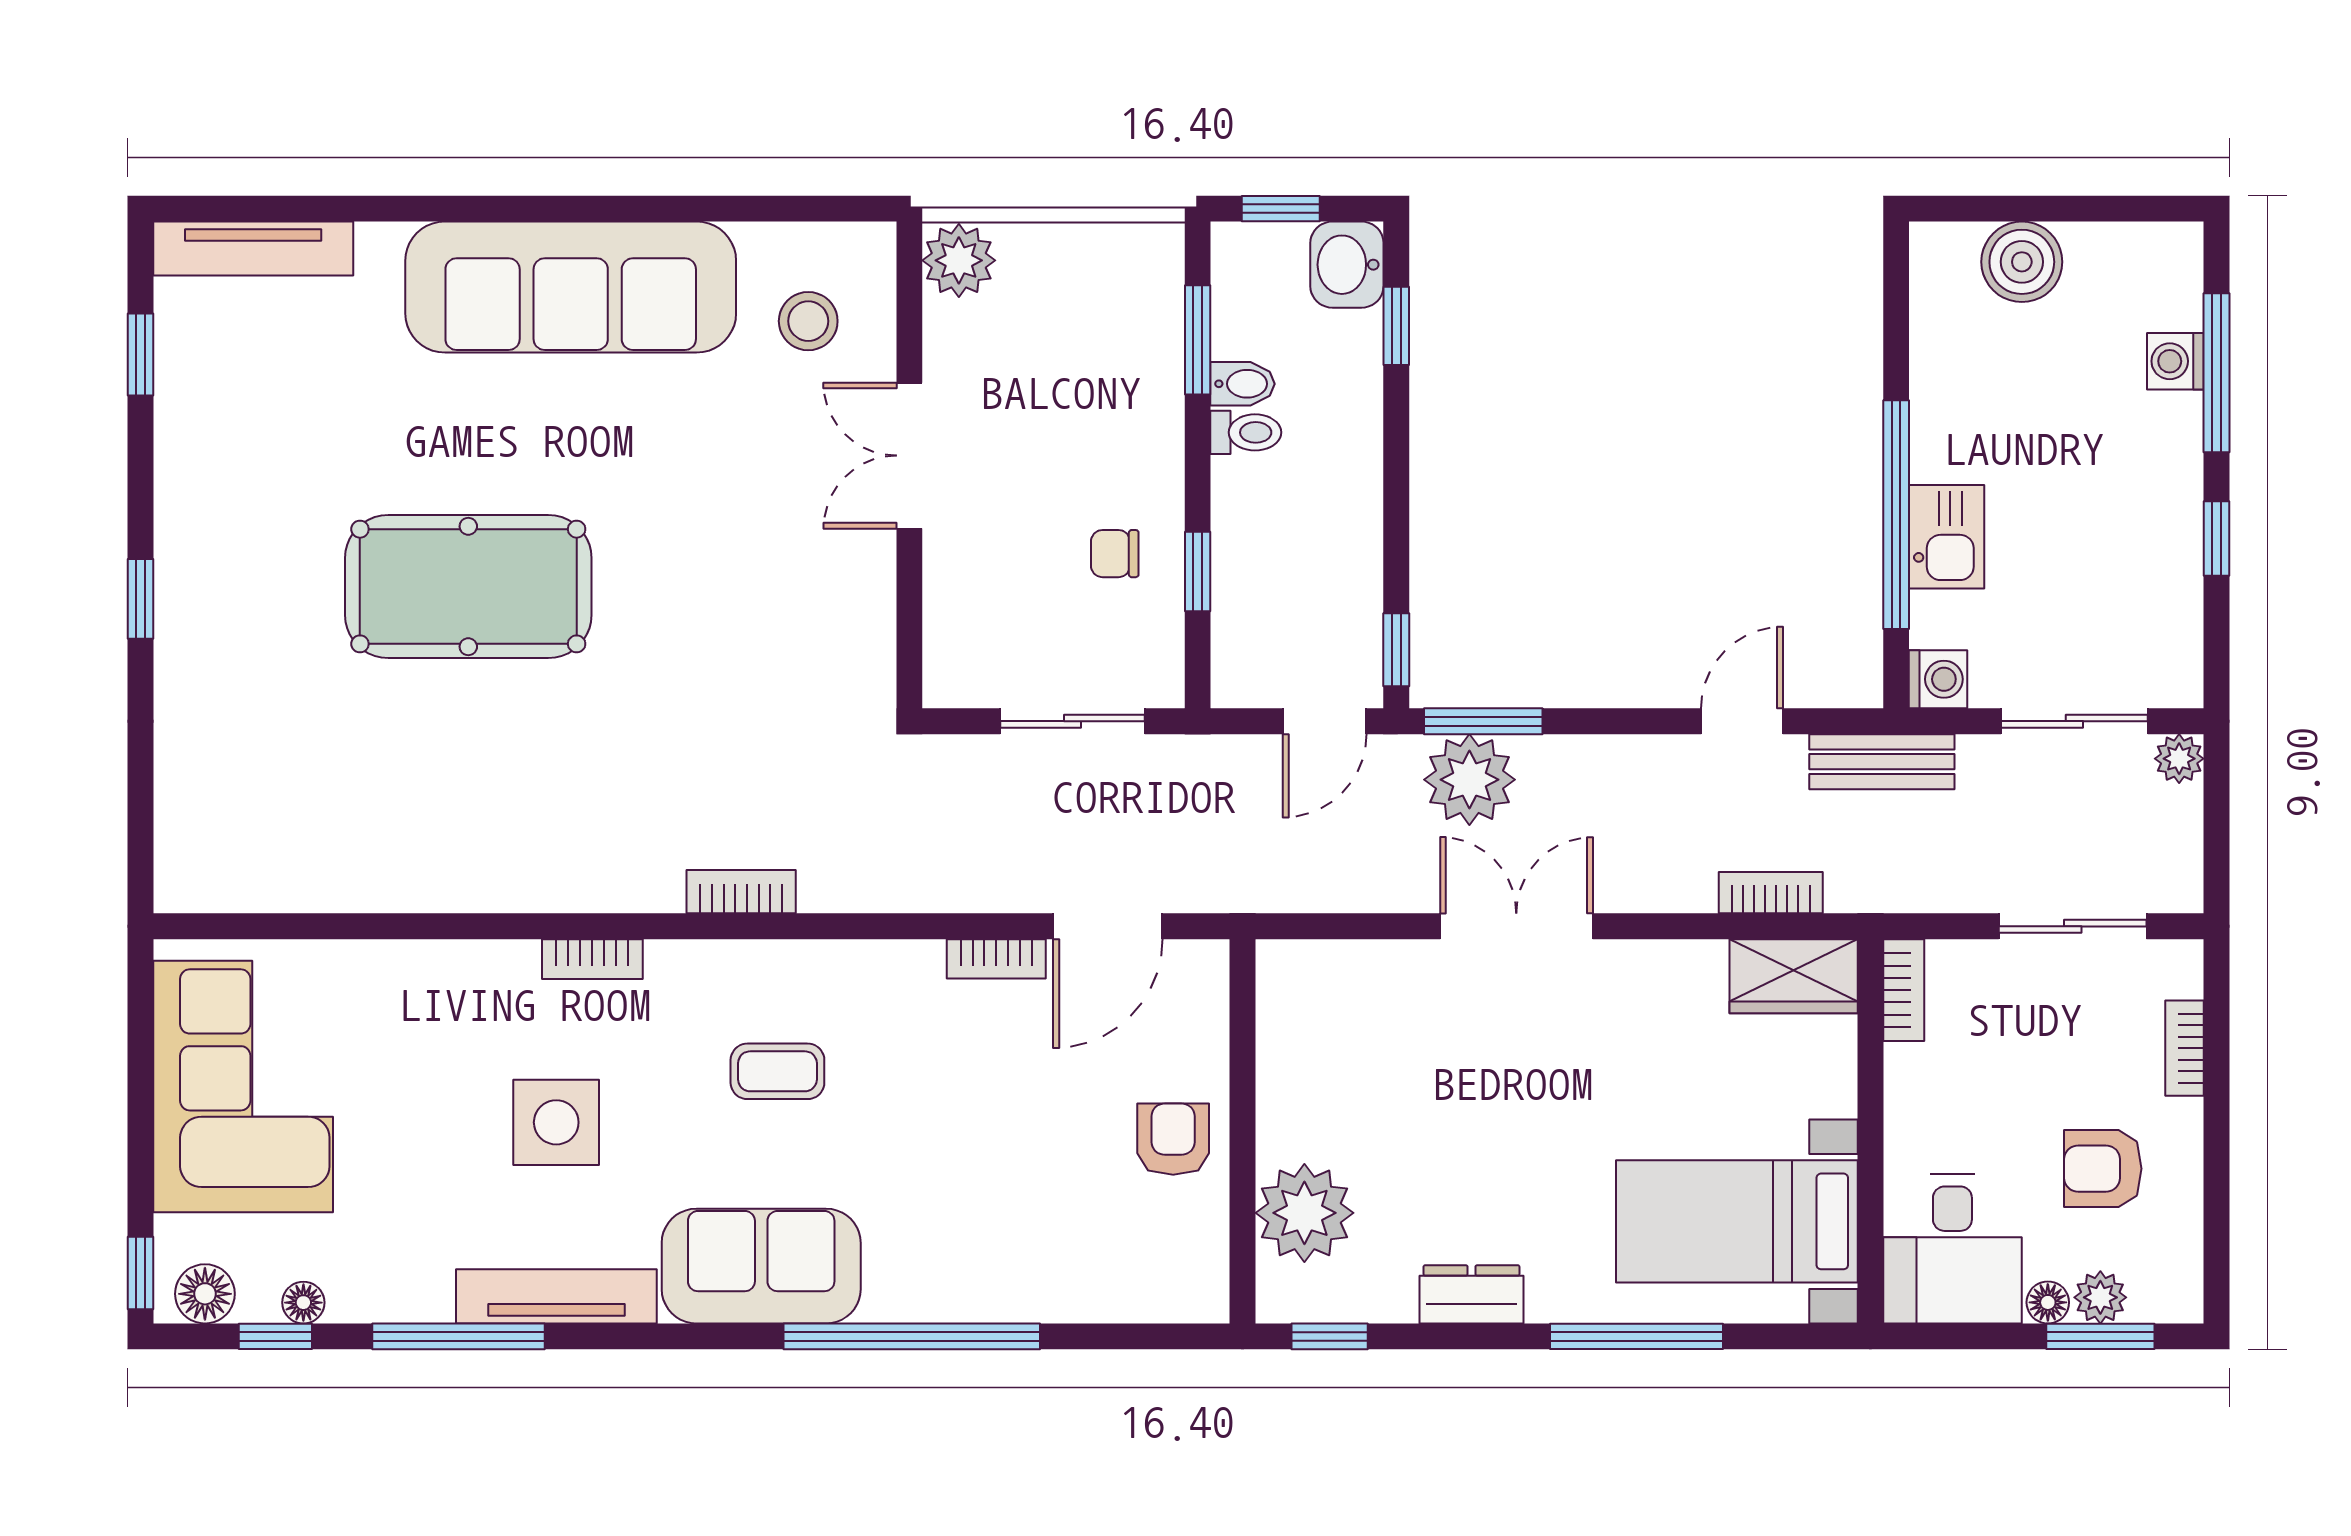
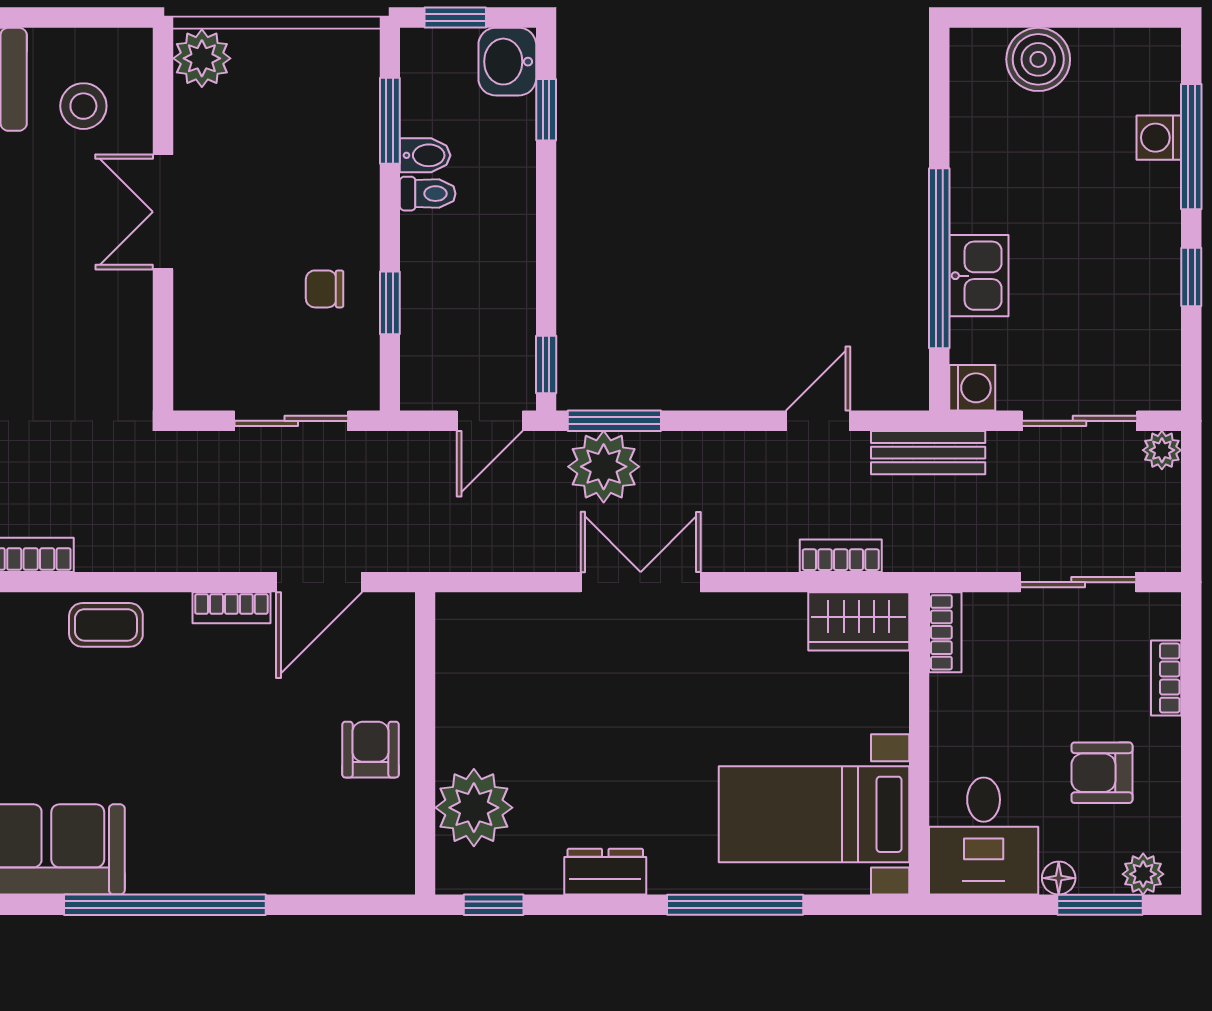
coffee table: (777, 1071) -> (106, 625), moved
plant: (2100, 1297) -> (1143, 874), moved

